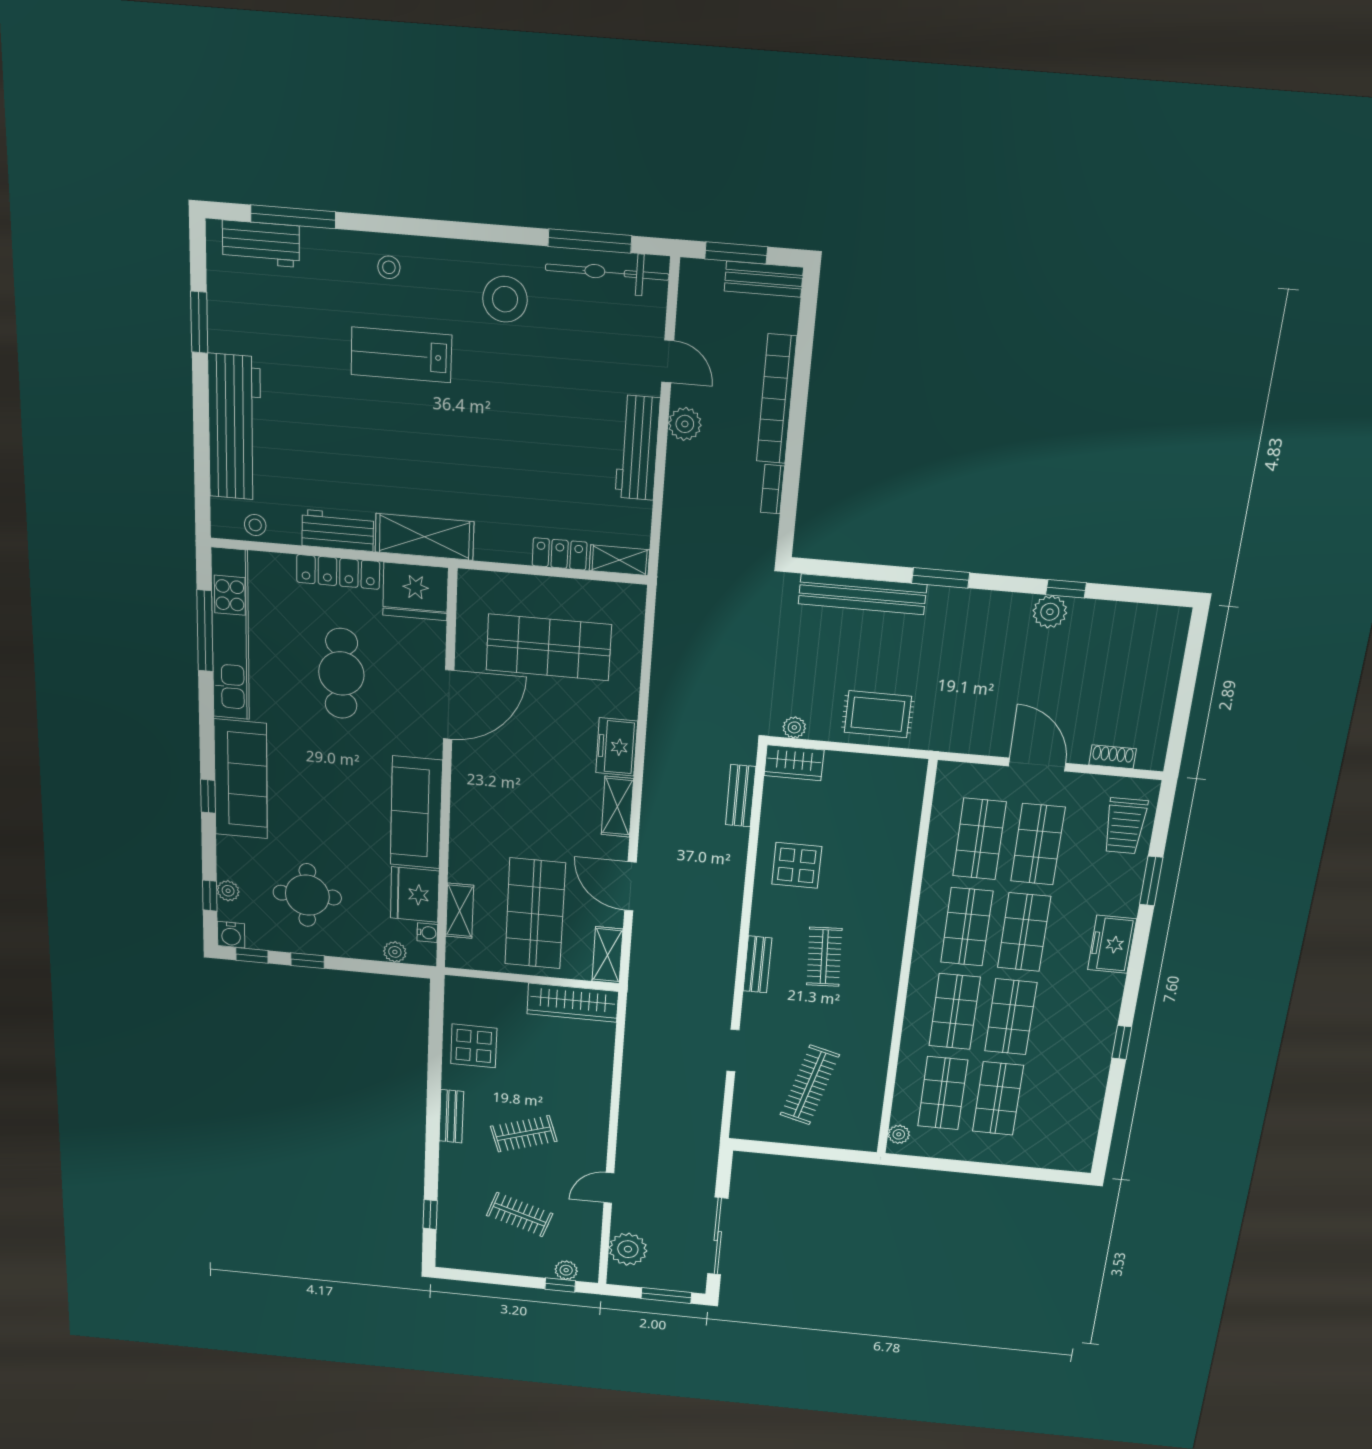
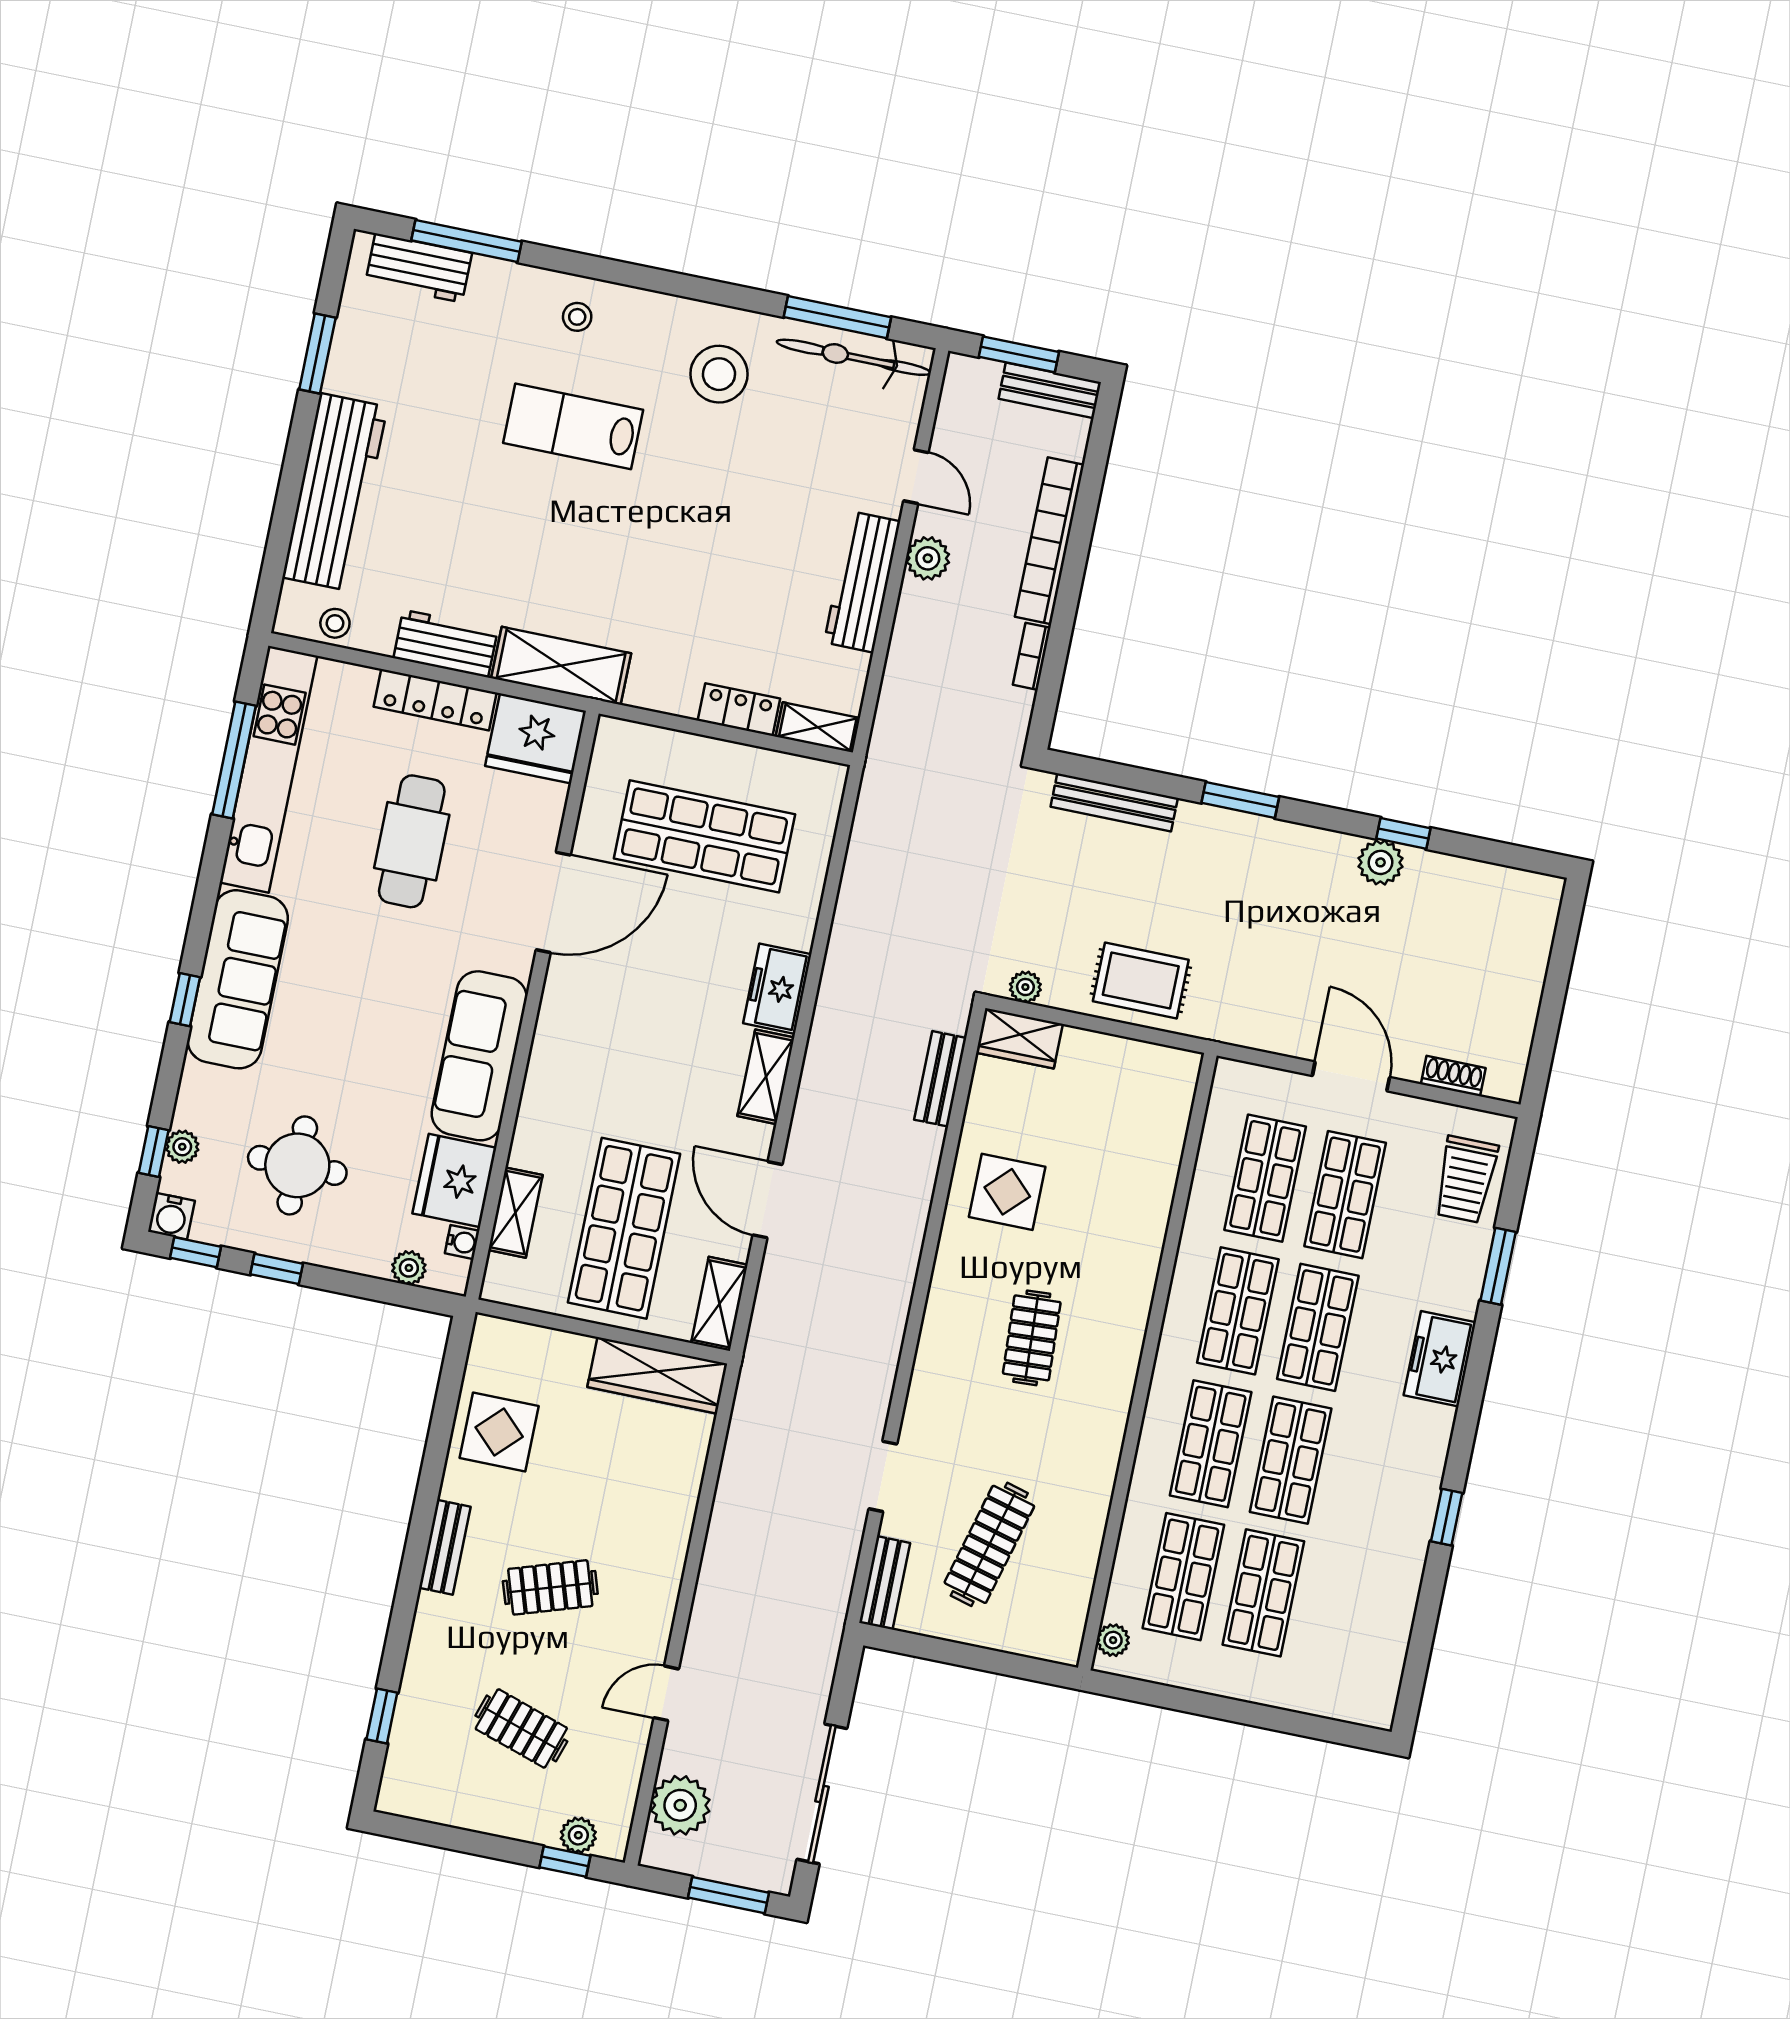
bench: (862, 594) -> (1114, 802), width x0.73, depth x0.82
bench: (757, 964) -> (885, 1583), moved

